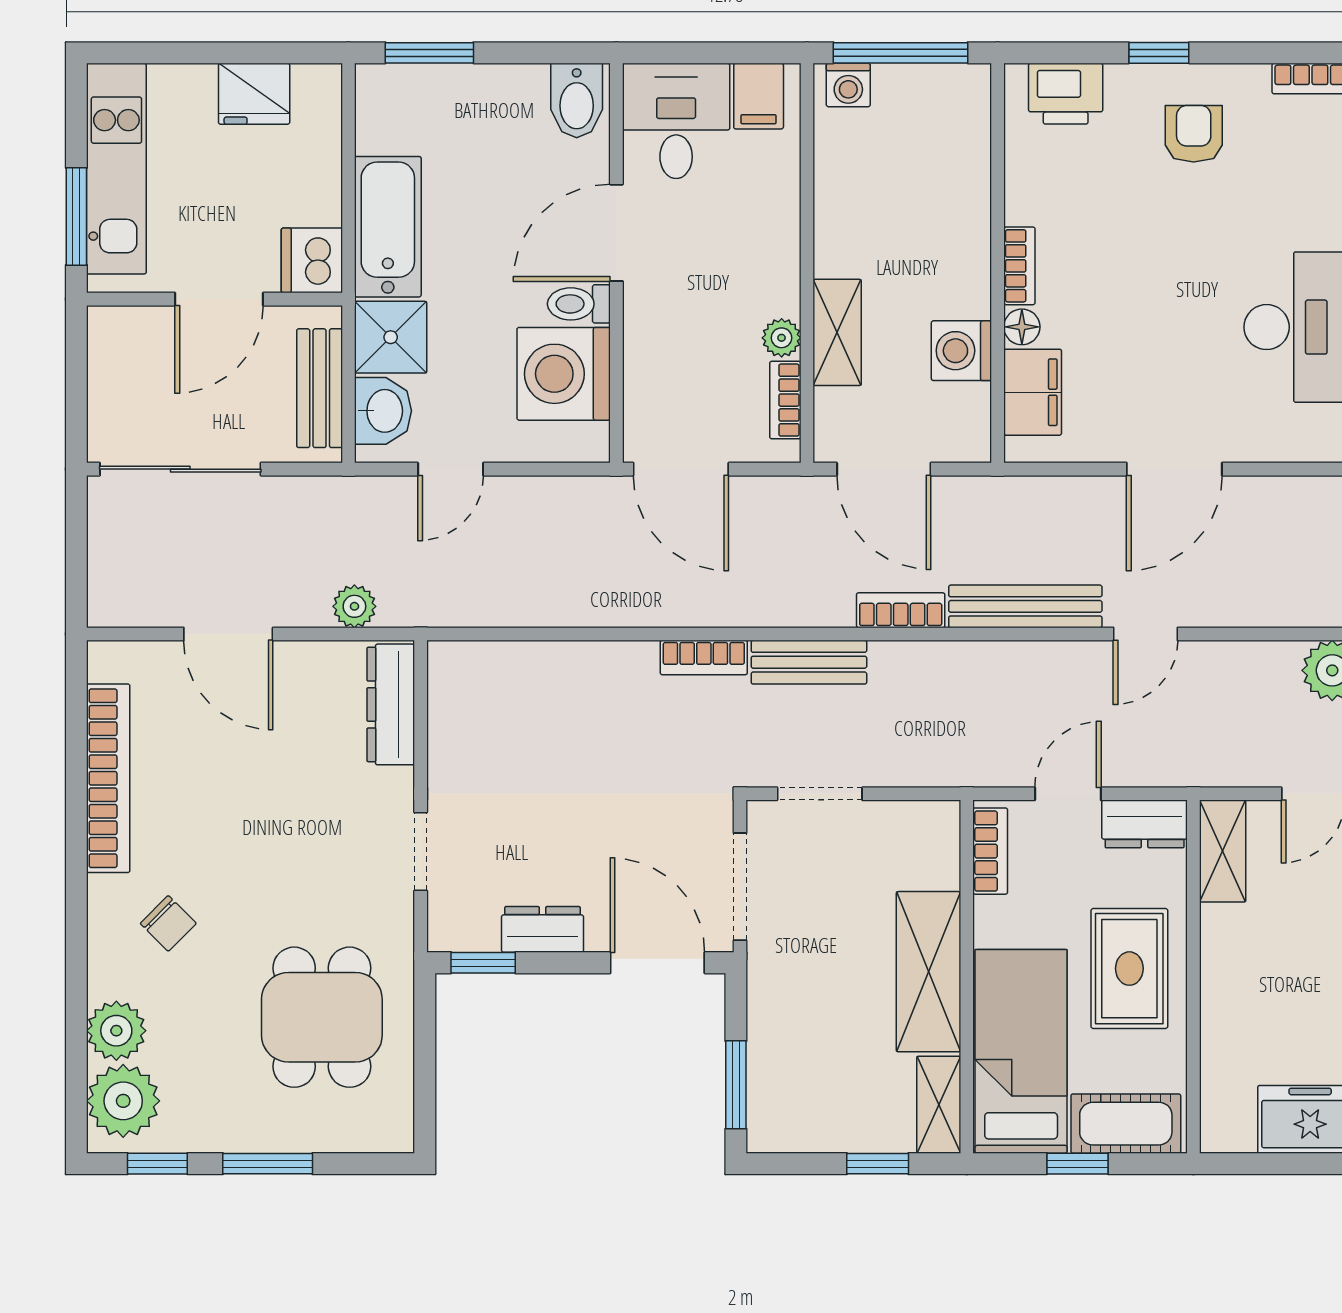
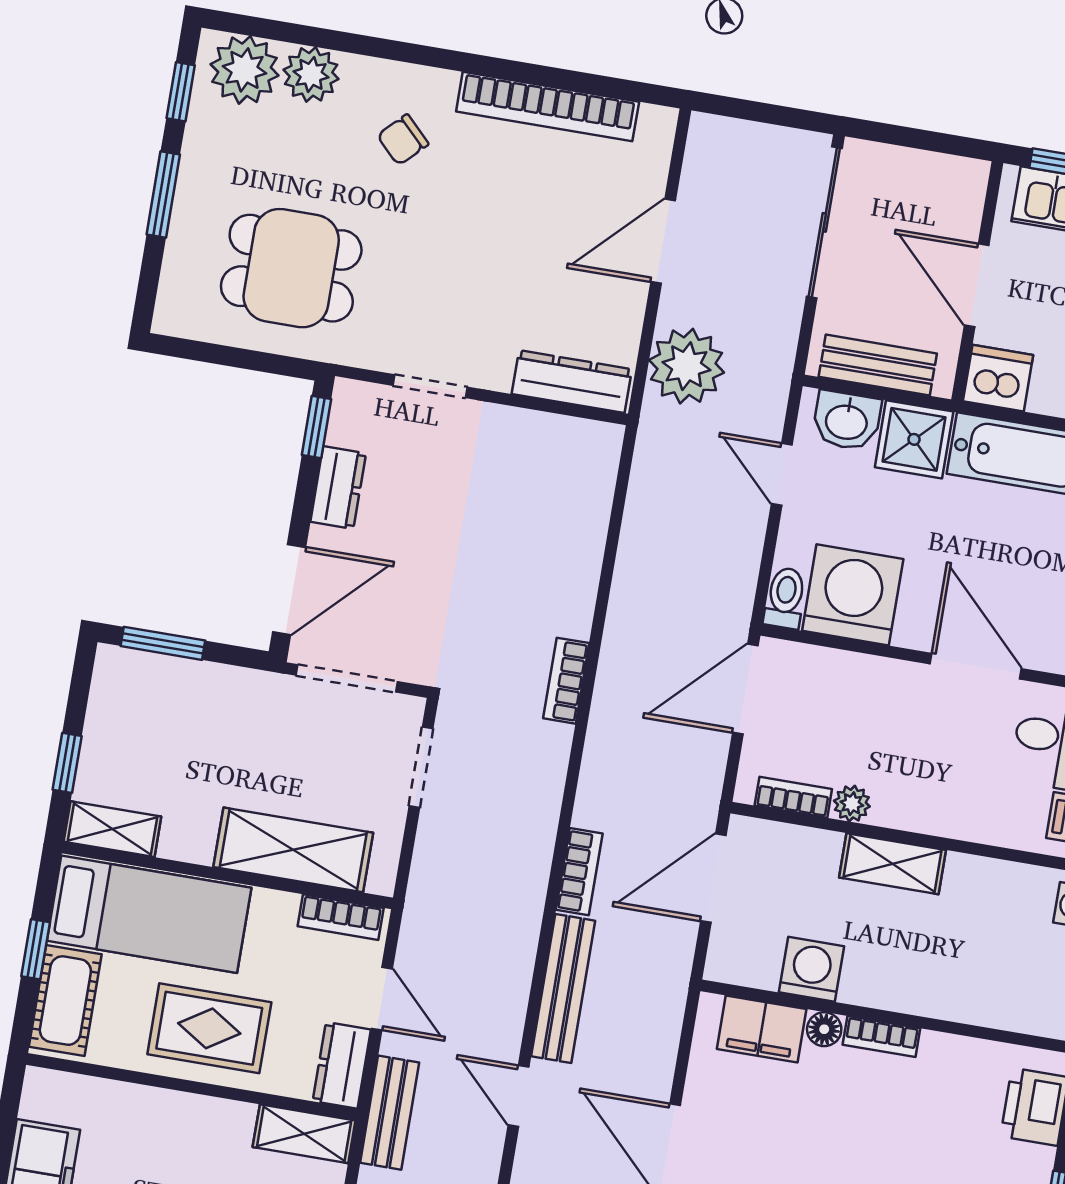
toilet: (579, 304) -> (785, 598), moved
shelving: (837, 332) -> (893, 864), moved
plant: (354, 606) -> (686, 366), width x1.88, depth x1.88
bench: (809, 662) -> (390, 1113), moved
shelving: (928, 972) -> (293, 850), moved

